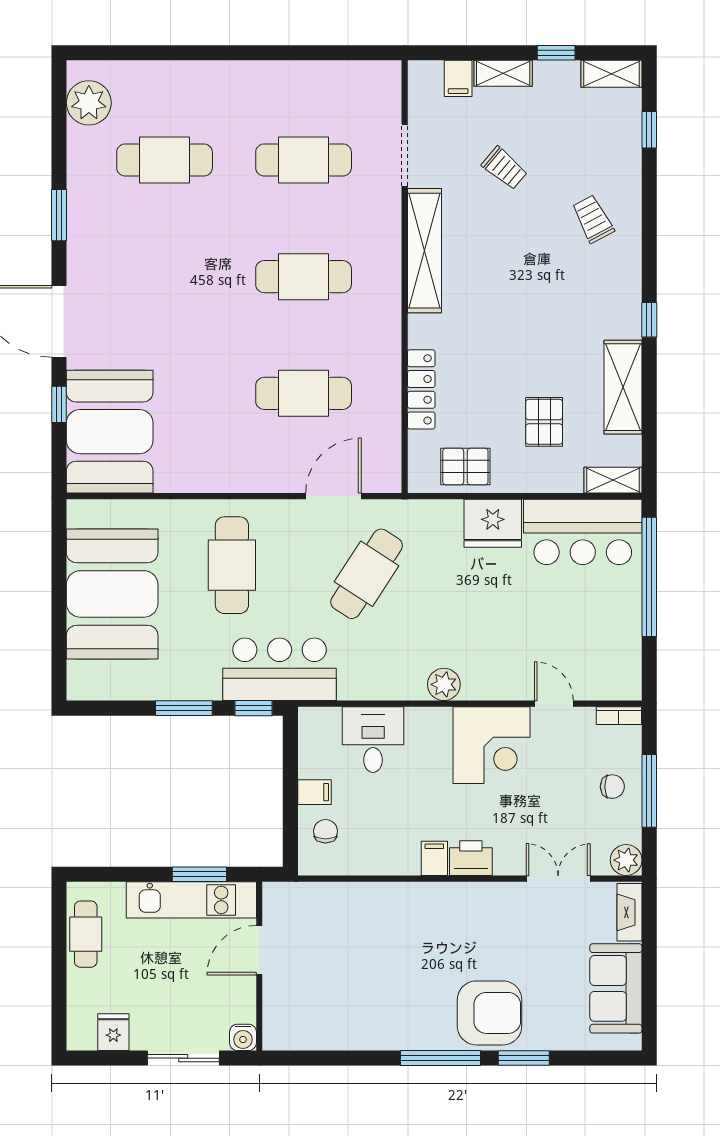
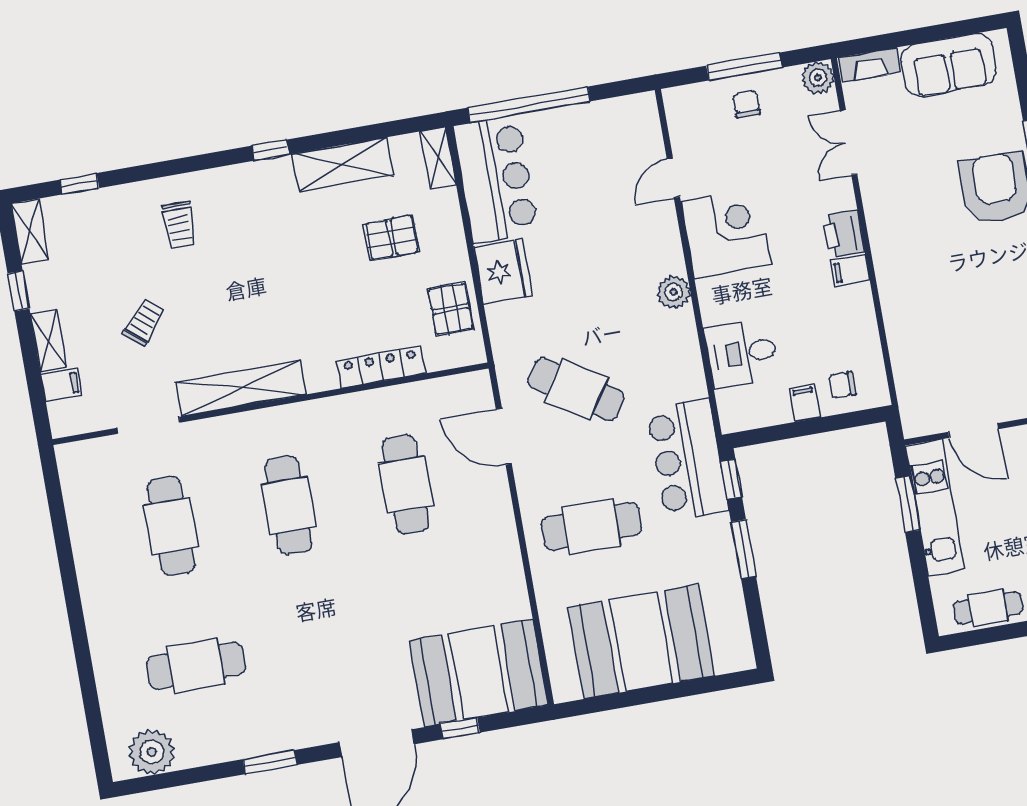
cafe table: (165, 160) -> (196, 666), turned 90
trolley: (593, 219) -> (179, 225), turned -62
bookcase: (619, 716) -> (674, 110), removed

